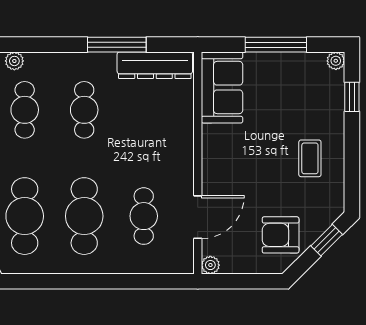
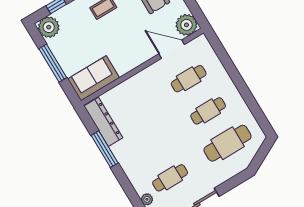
plant: (336, 61) -> (49, 27), width x1.88, depth x1.88
cafe table: (84, 110) -> (151, 146), removed
cafe table: (84, 216) -> (208, 111), width x0.73, depth x0.74
plant: (210, 265) -> (186, 25), width x1.87, depth x1.87

